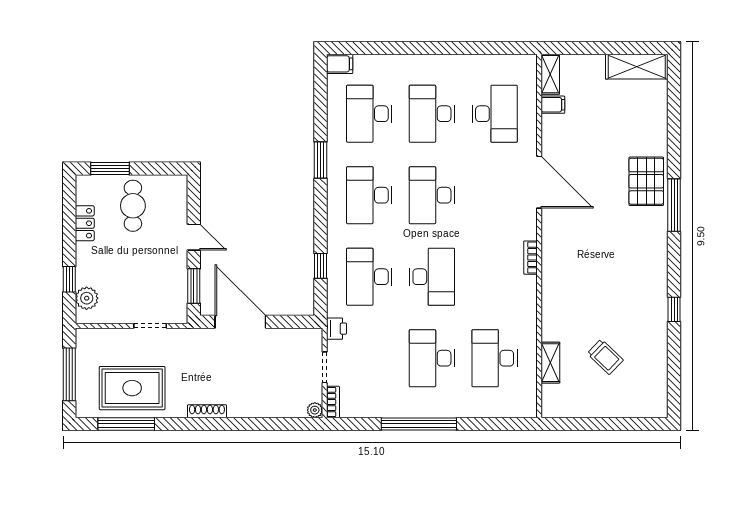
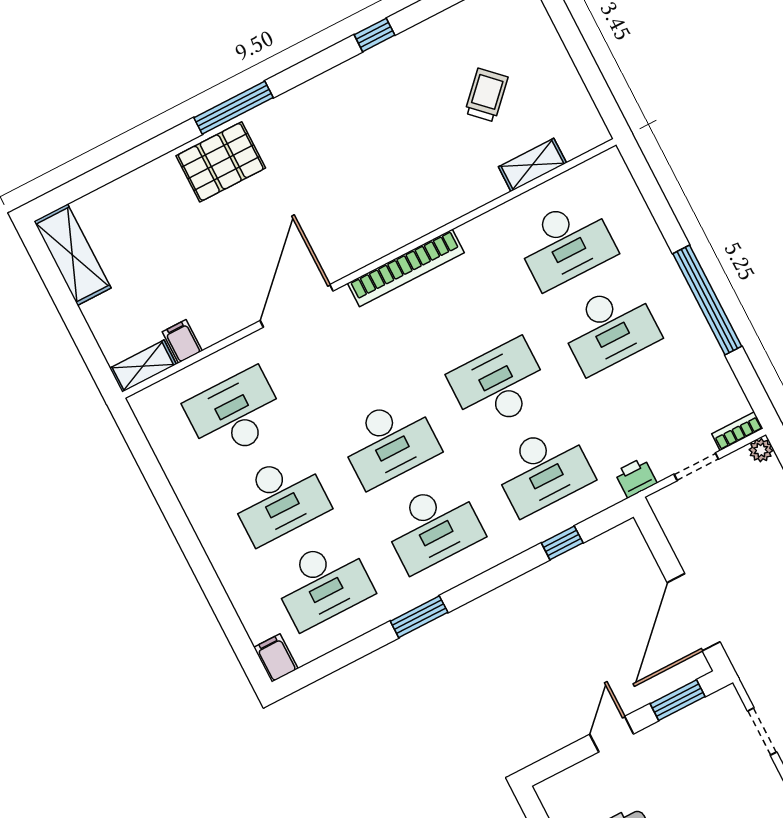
bookcase: (530, 258) -> (406, 268), width x2.31, depth x1.31

